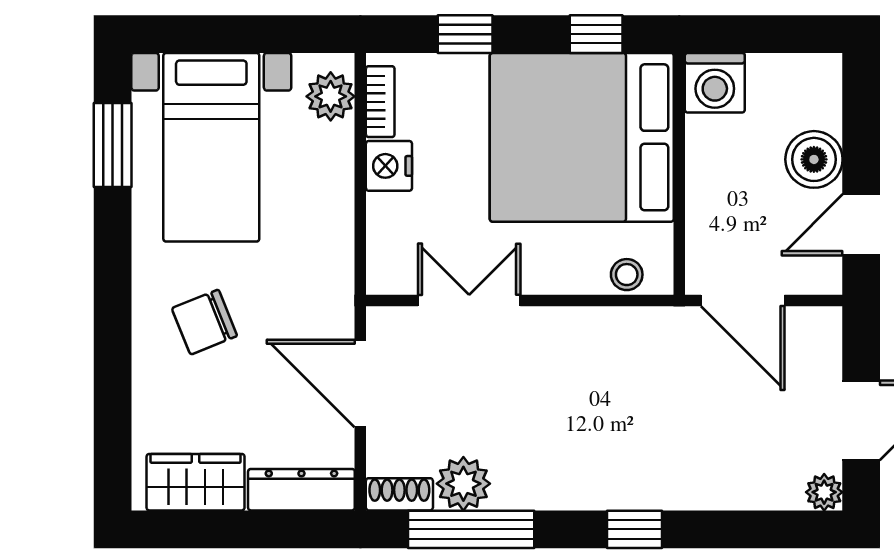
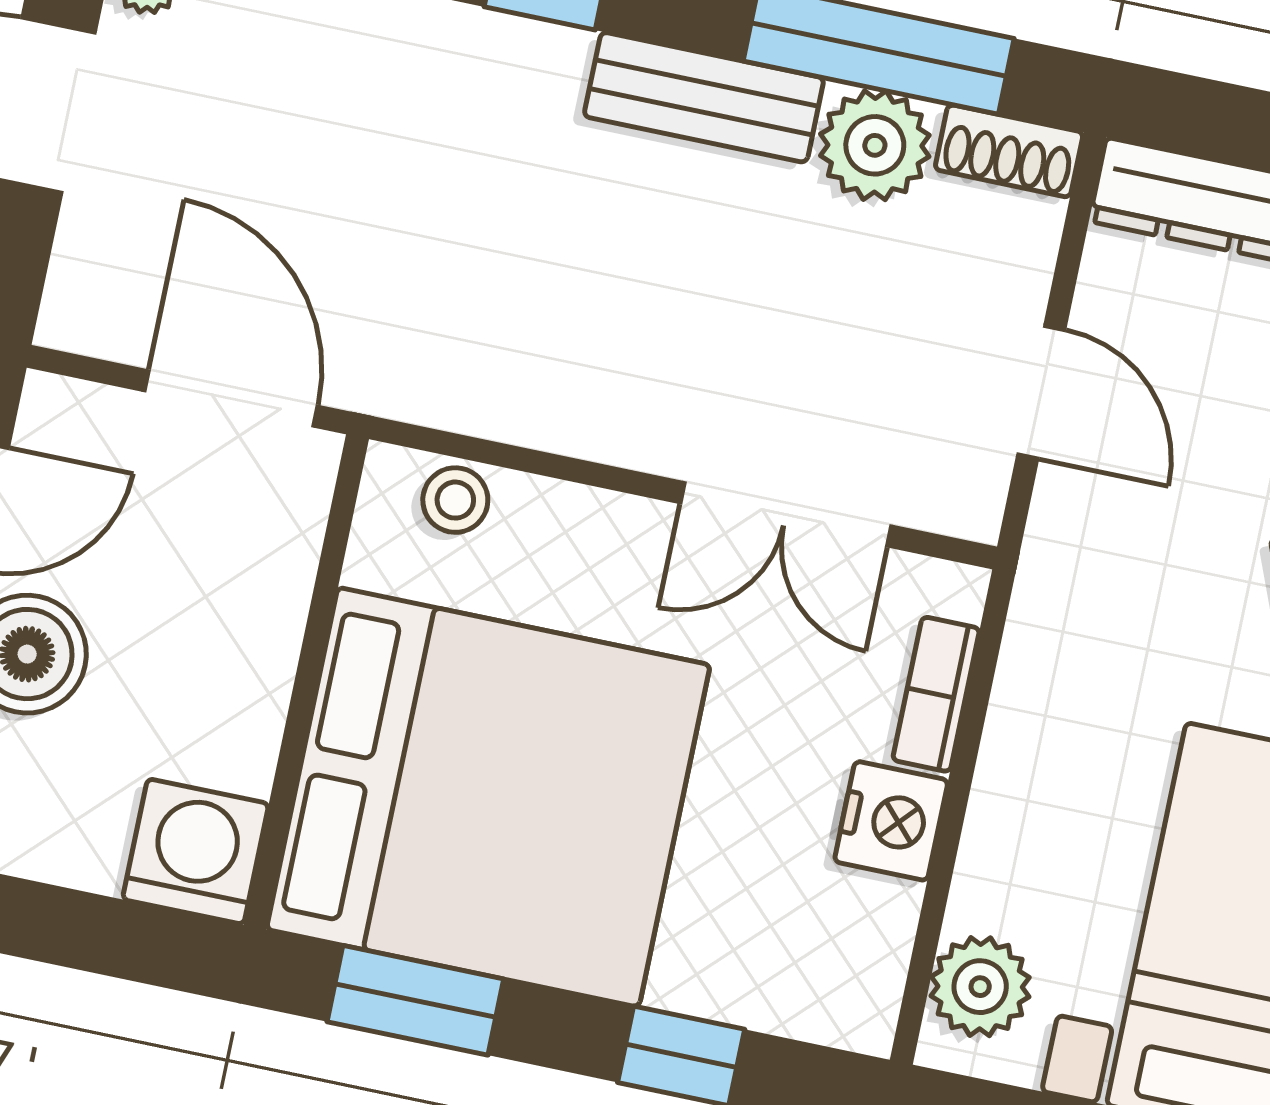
window: (596, 34) -> (415, 1000), width x1.50
bookcase: (380, 102) -> (936, 694), moved
door: (360, 383) -> (1041, 392), width x0.73
bench: (549, 490) -> (704, 97), added

